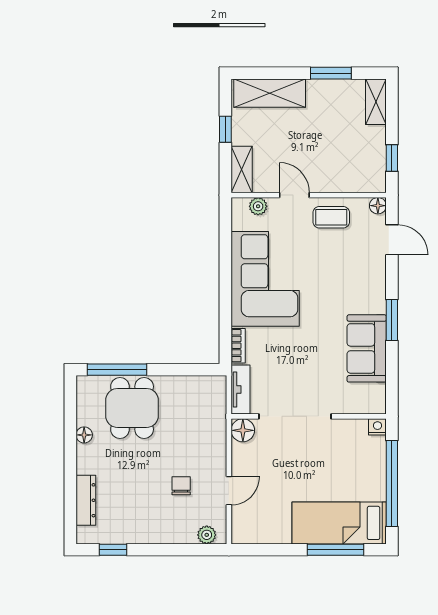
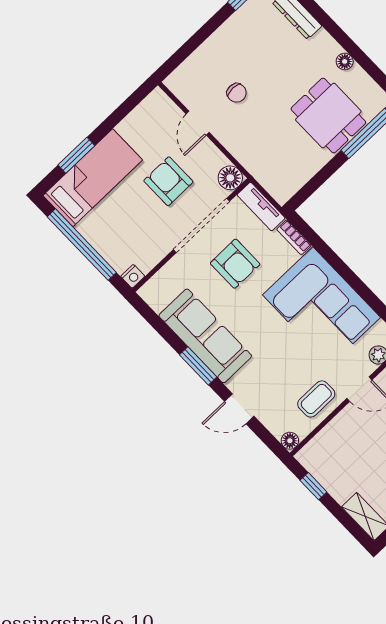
door: (392, 240) -> (239, 409), moved
sofa: (367, 348) -> (205, 336), width x1.36
armchair: (297, 367) -> (235, 264), added
armchair: (288, 470) -> (168, 181), added
plant: (207, 535) -> (183, 75), removed
window: (336, 550) -> (76, 155), width x0.69

